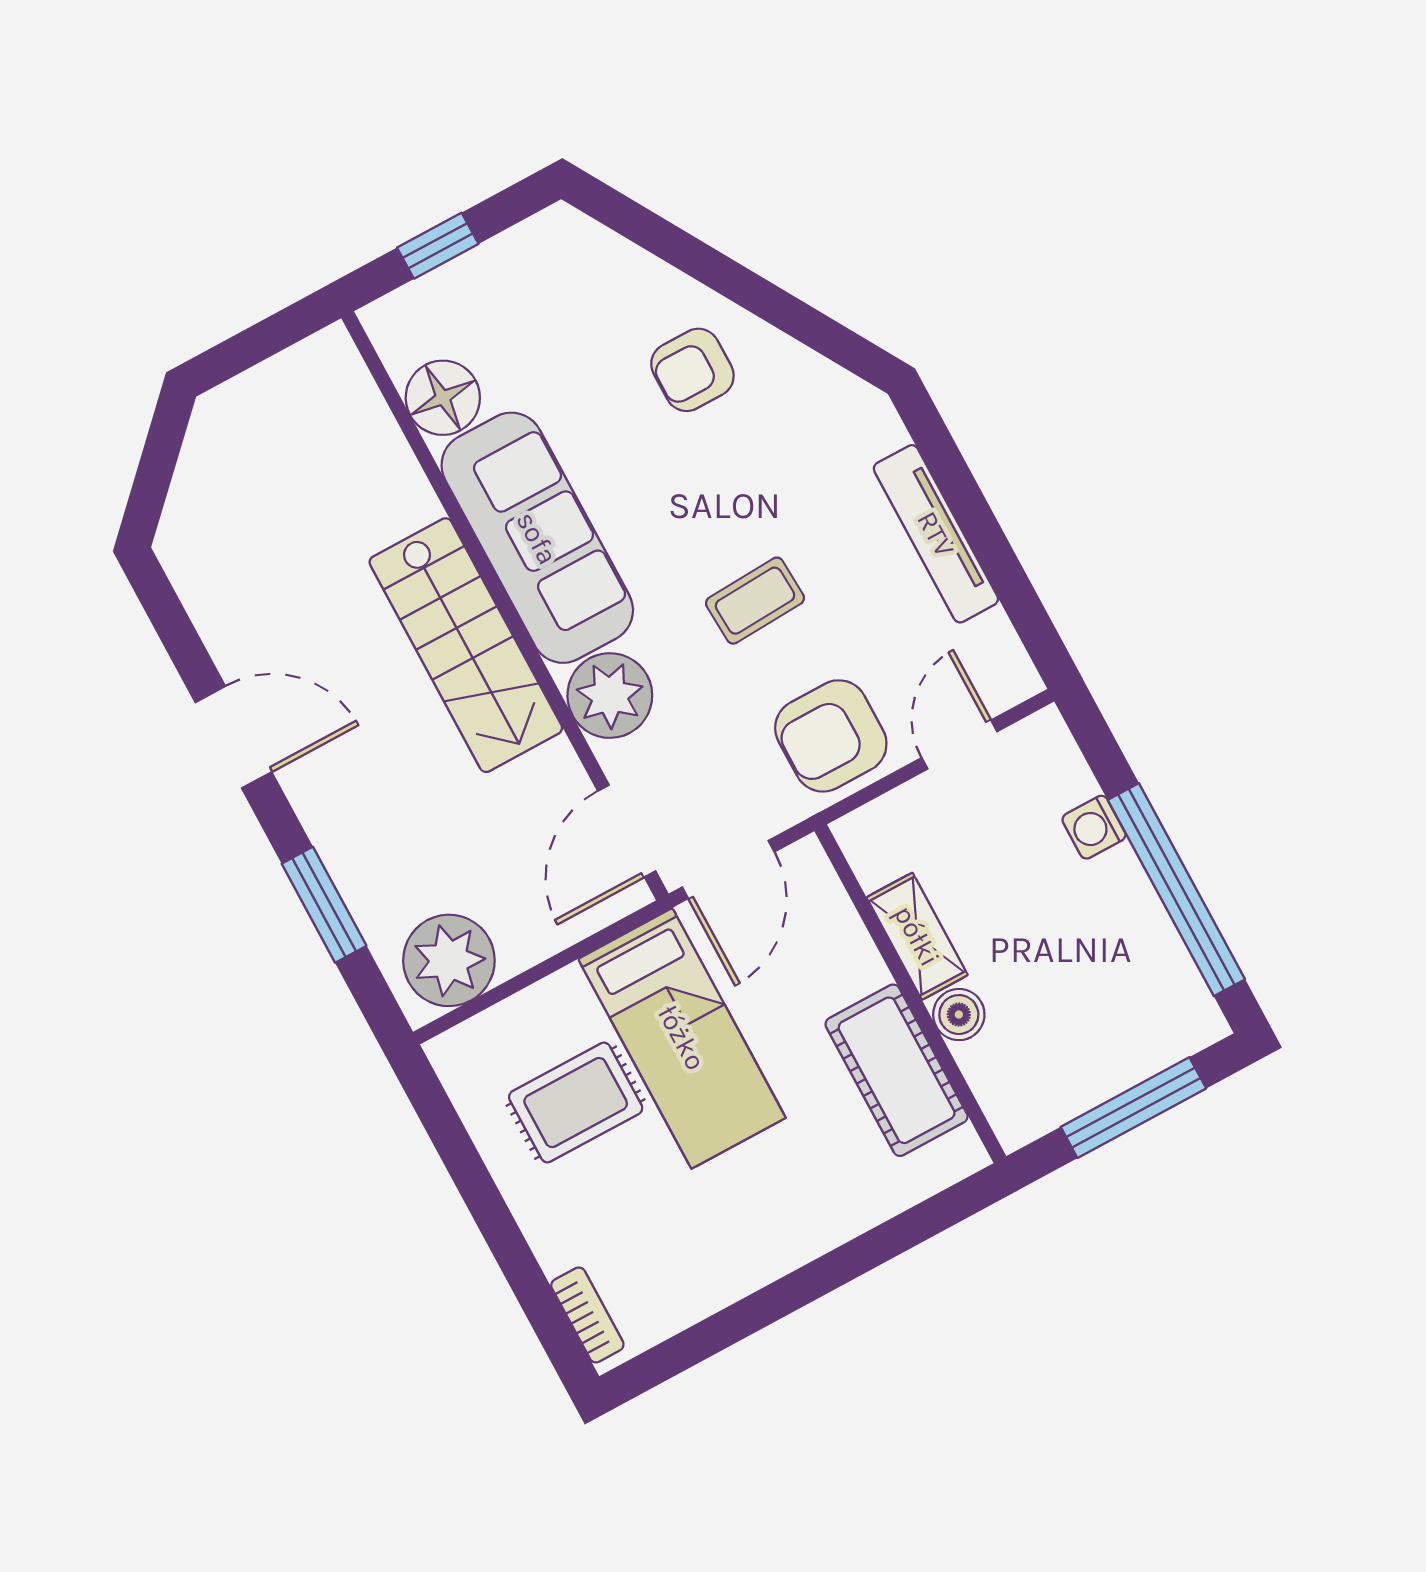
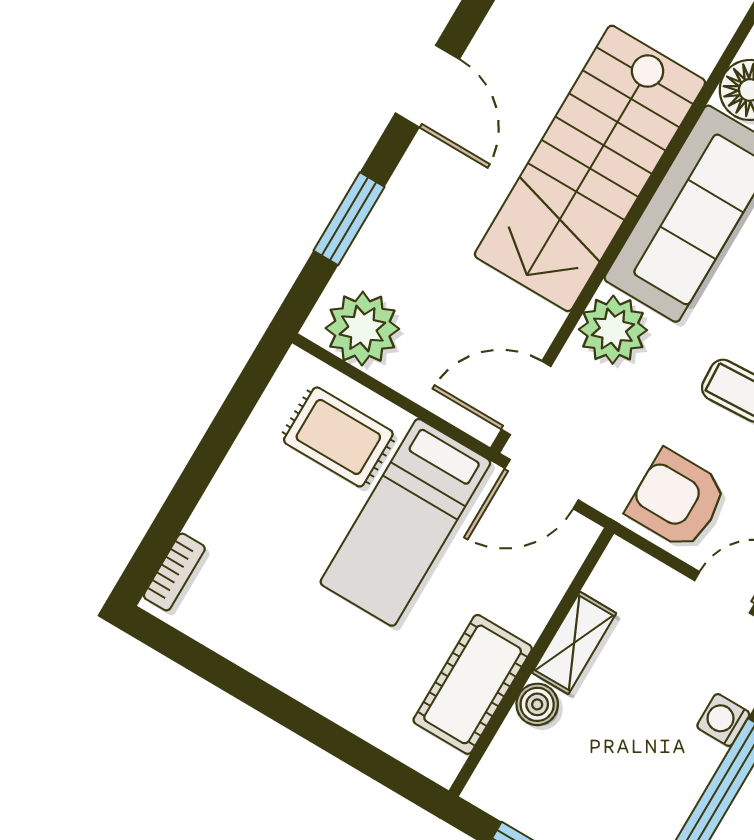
stairs: (466, 645) -> (590, 168), width x1.36, depth x1.51
rug: (576, 1103) -> (338, 437), moved

